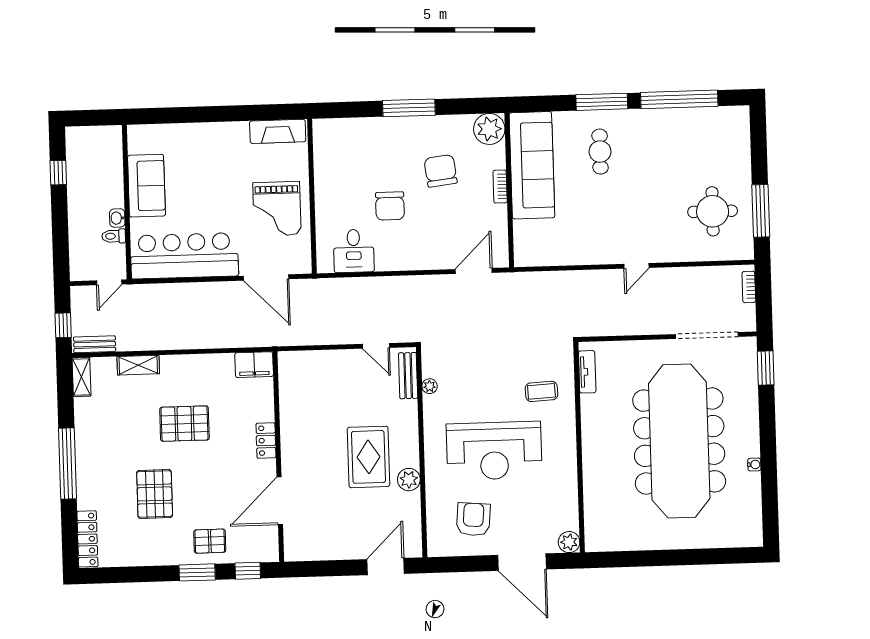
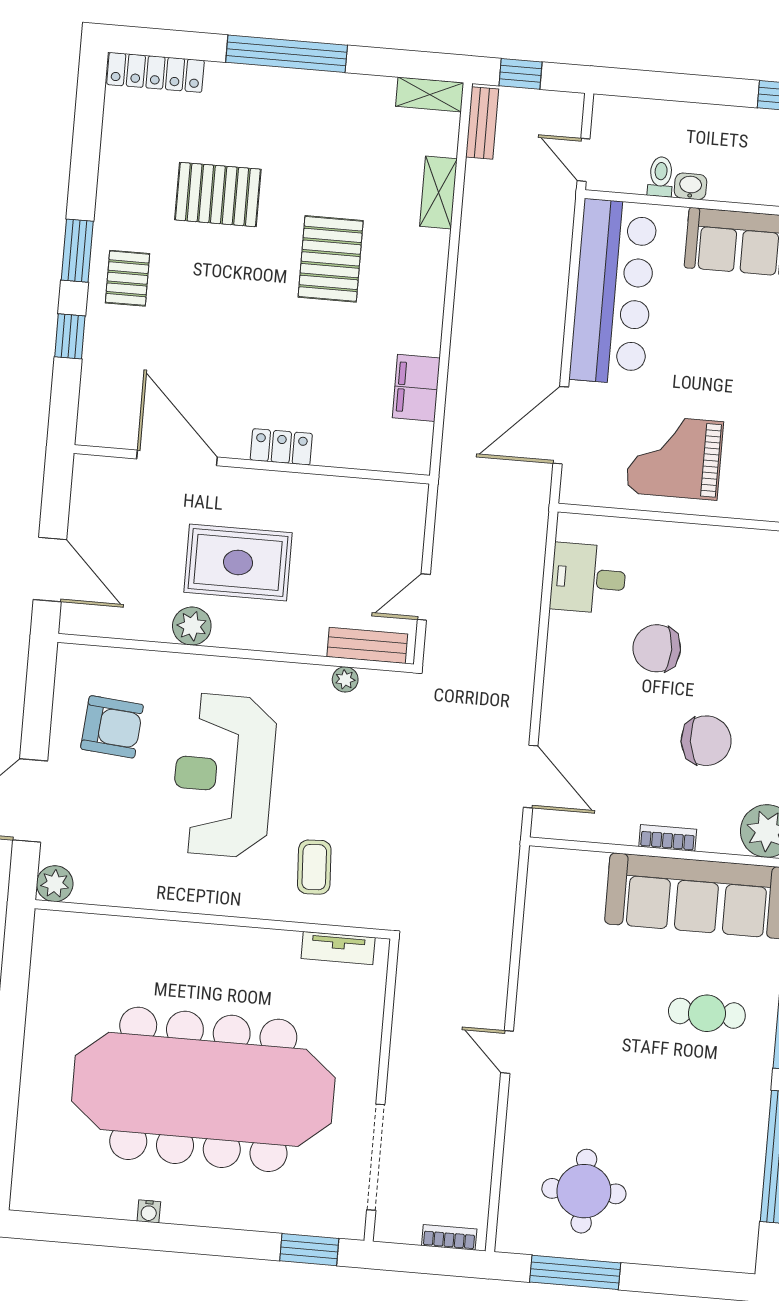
locker: (266, 441) -> (281, 447), moved
wall: (278, 457) -> (252, 464), moved
door: (280, 501) -> (177, 458), moved

